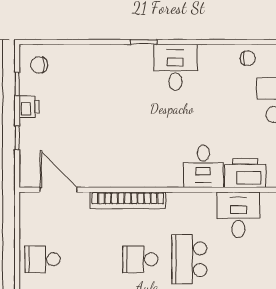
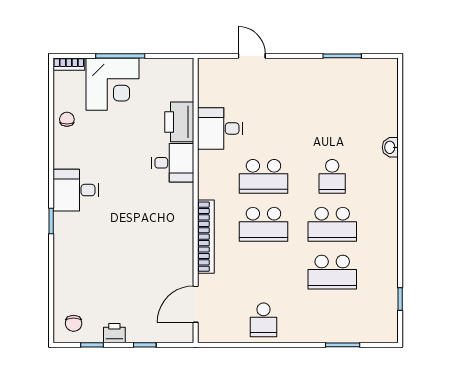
school desk: (140, 259) -> (263, 224), width x1.85

